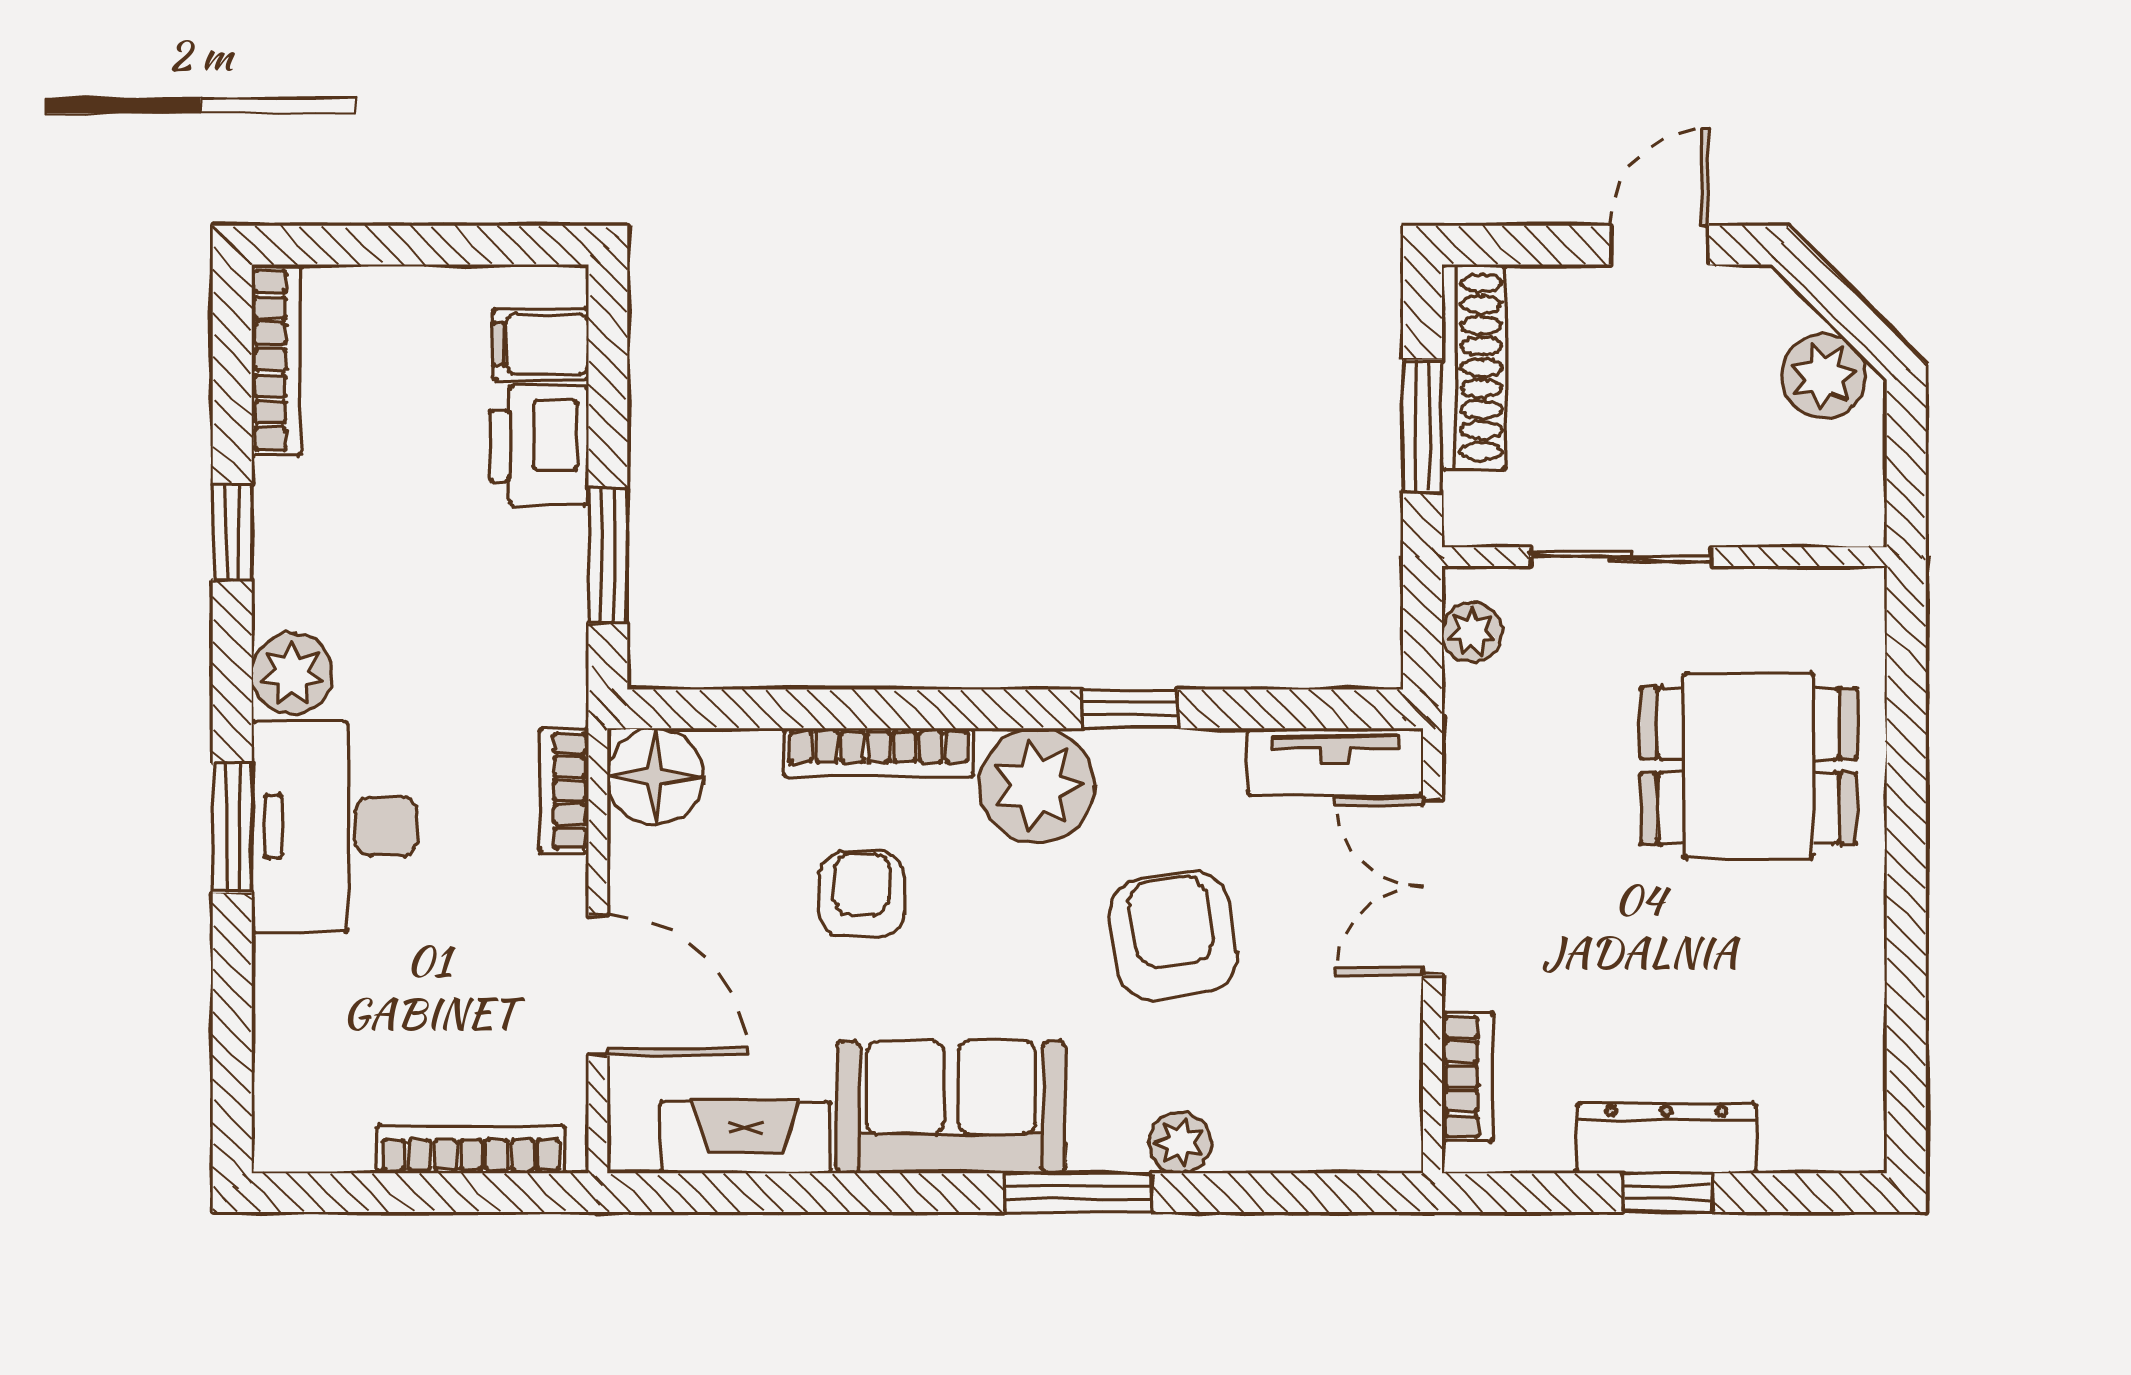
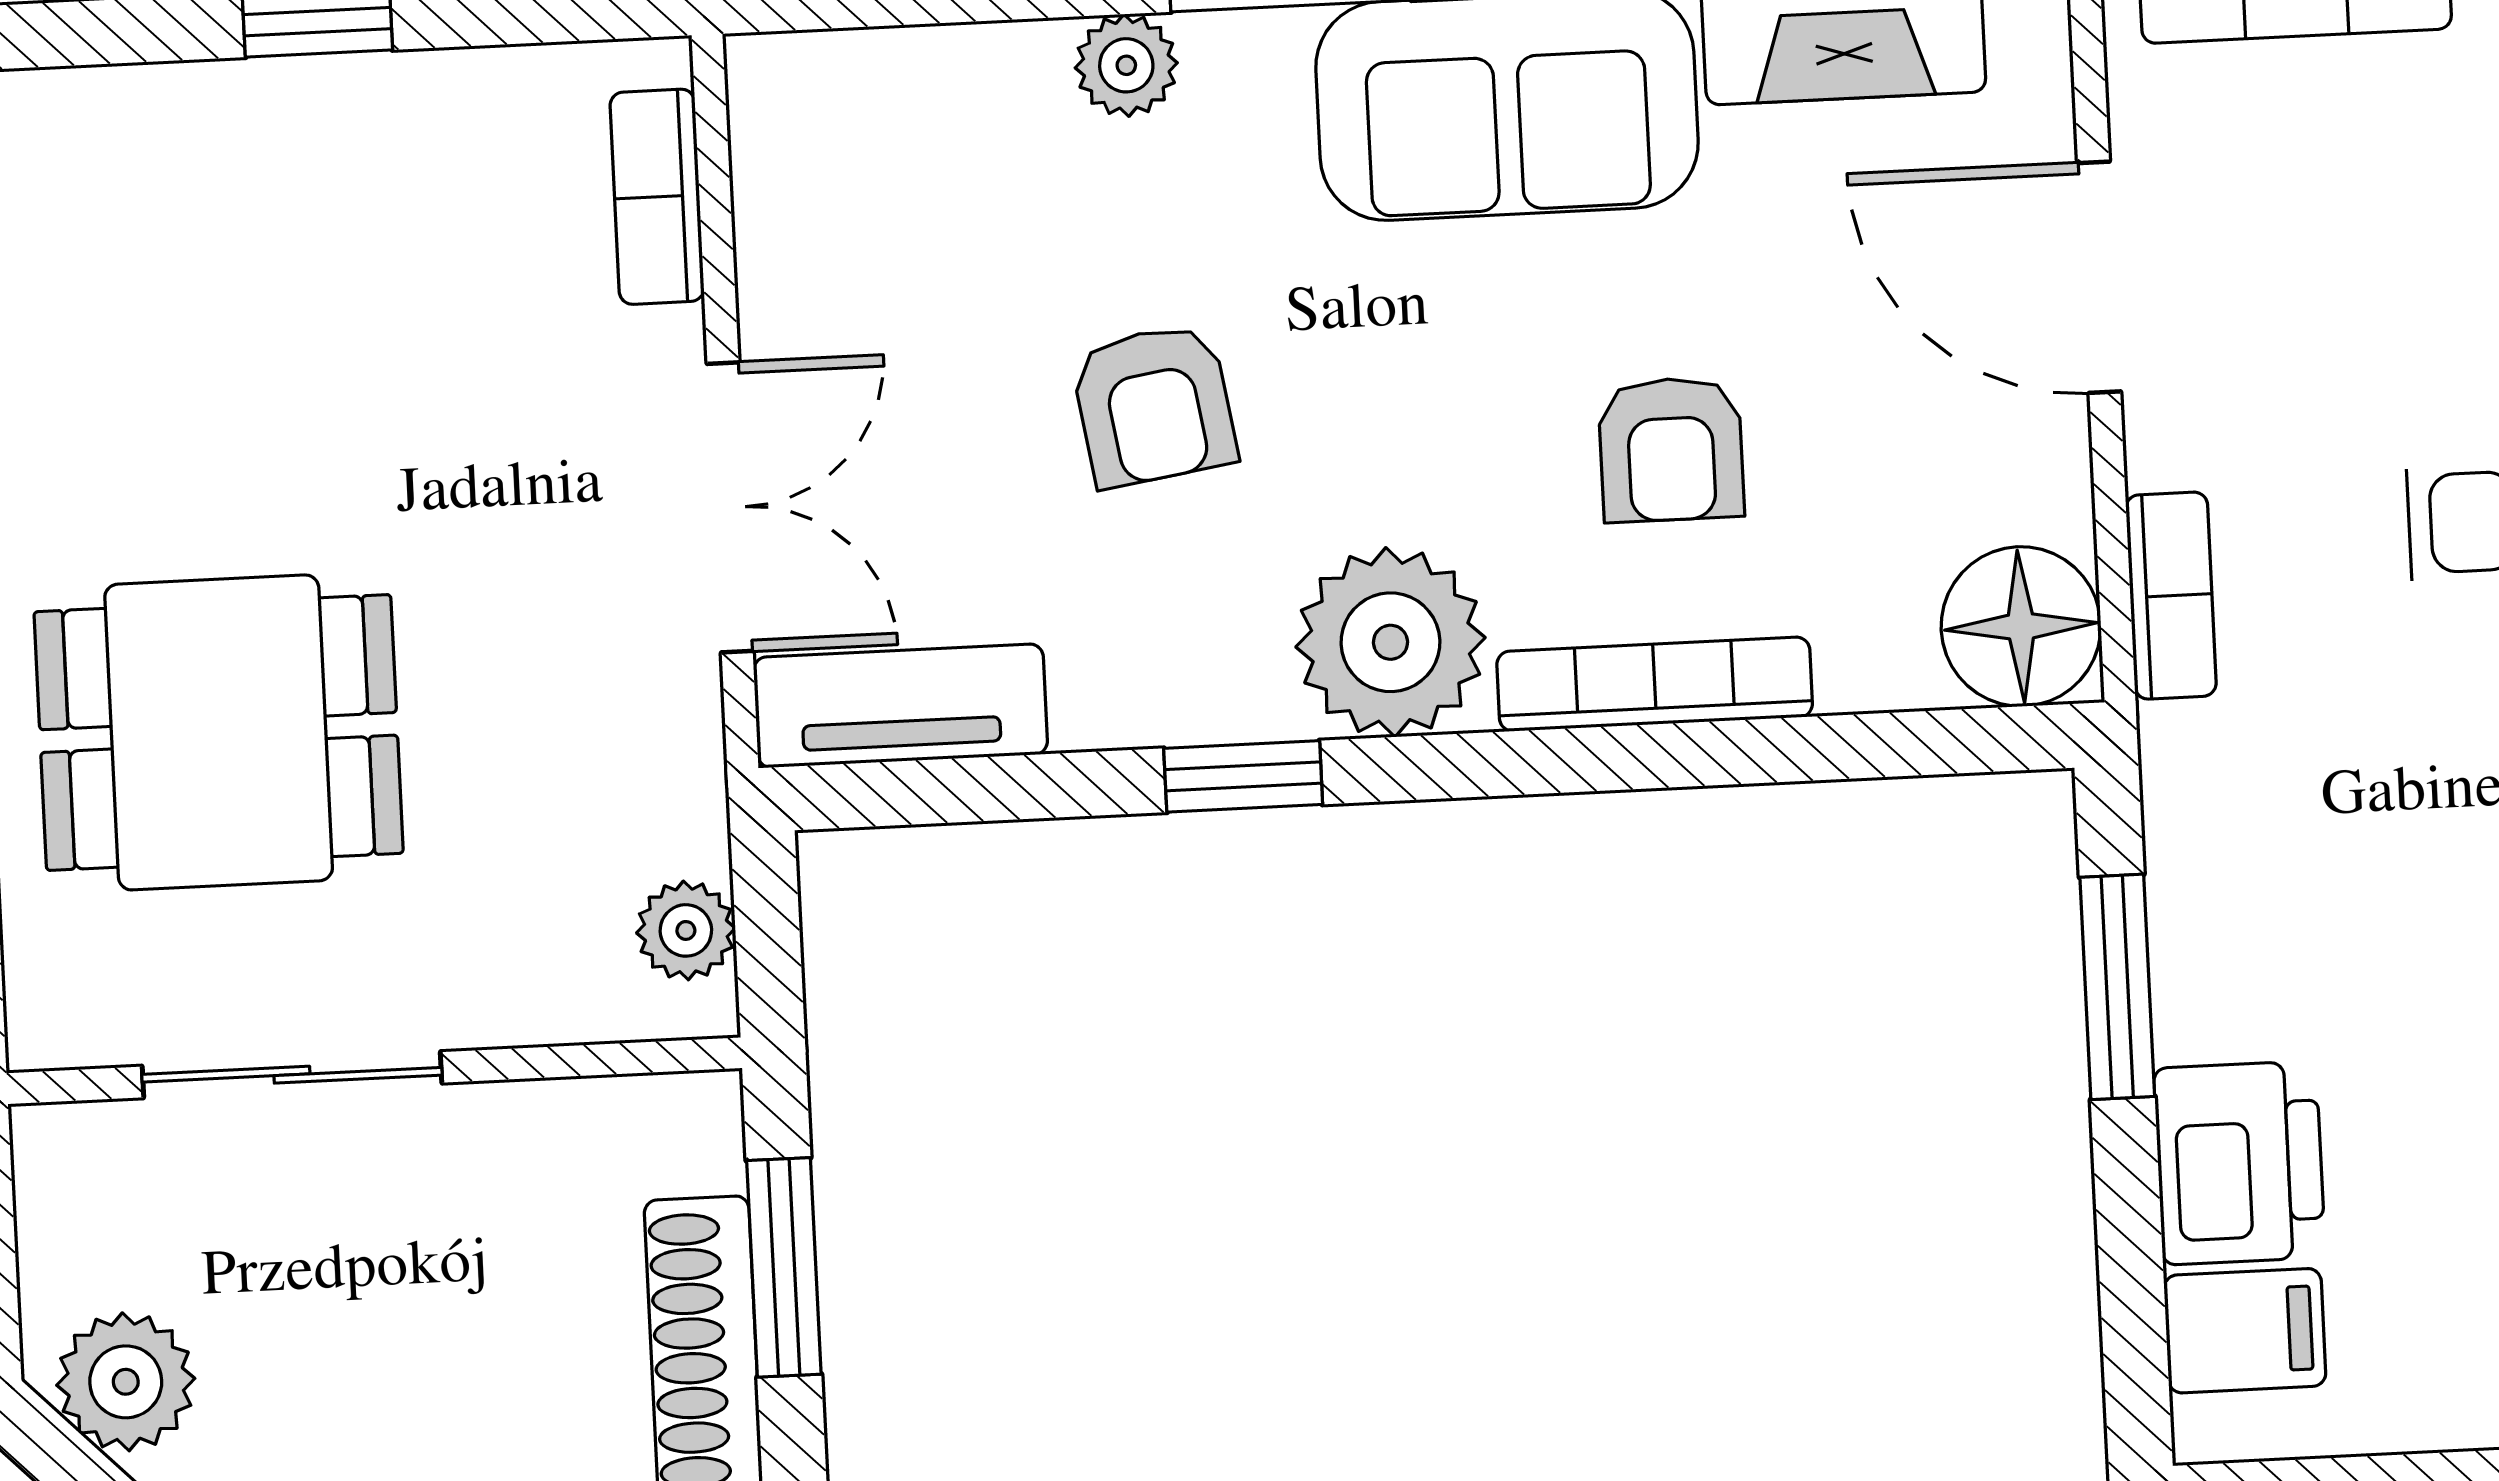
sliding door: (1621, 557) -> (292, 1075), moved
armchair: (1173, 936) -> (1154, 405), width x0.72, depth x0.72
dresser: (1666, 1138) -> (324, 111), removed

